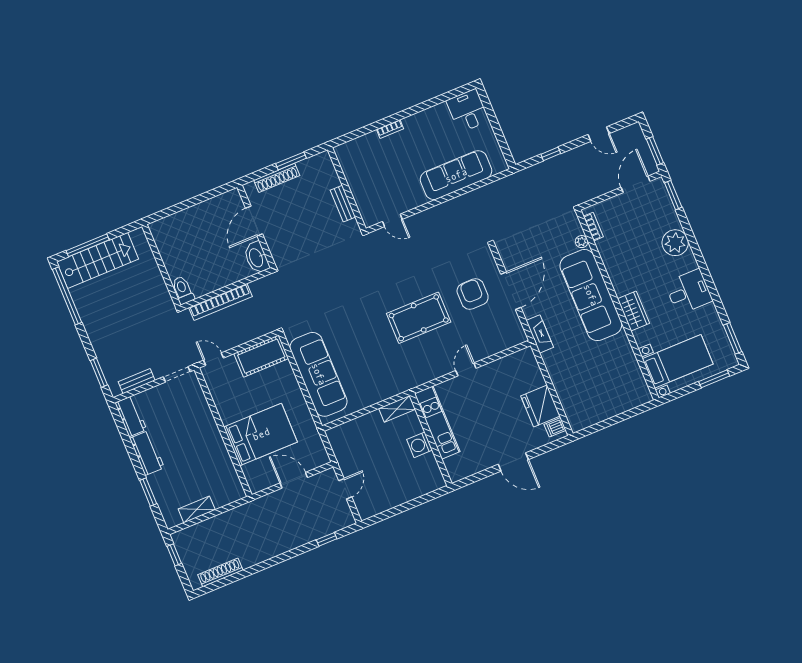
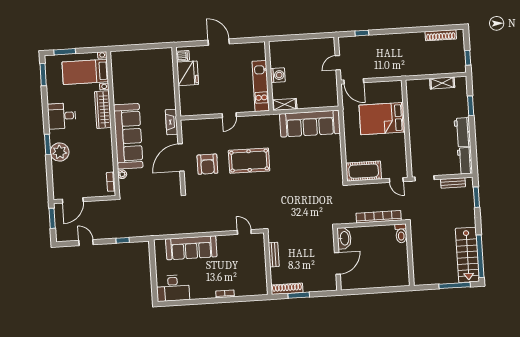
desk: (468, 111) -> (173, 288), width x1.37
shoe rack: (277, 178) -> (287, 289), moved
window: (673, 195) -> (48, 144), moved
stairs: (98, 260) -> (467, 255), moved, turned -90
wardrobe: (633, 311) -> (103, 110), width x1.50
sofa: (319, 374) -> (310, 124), moved, turned -90
door: (294, 480) -> (354, 81), moved

